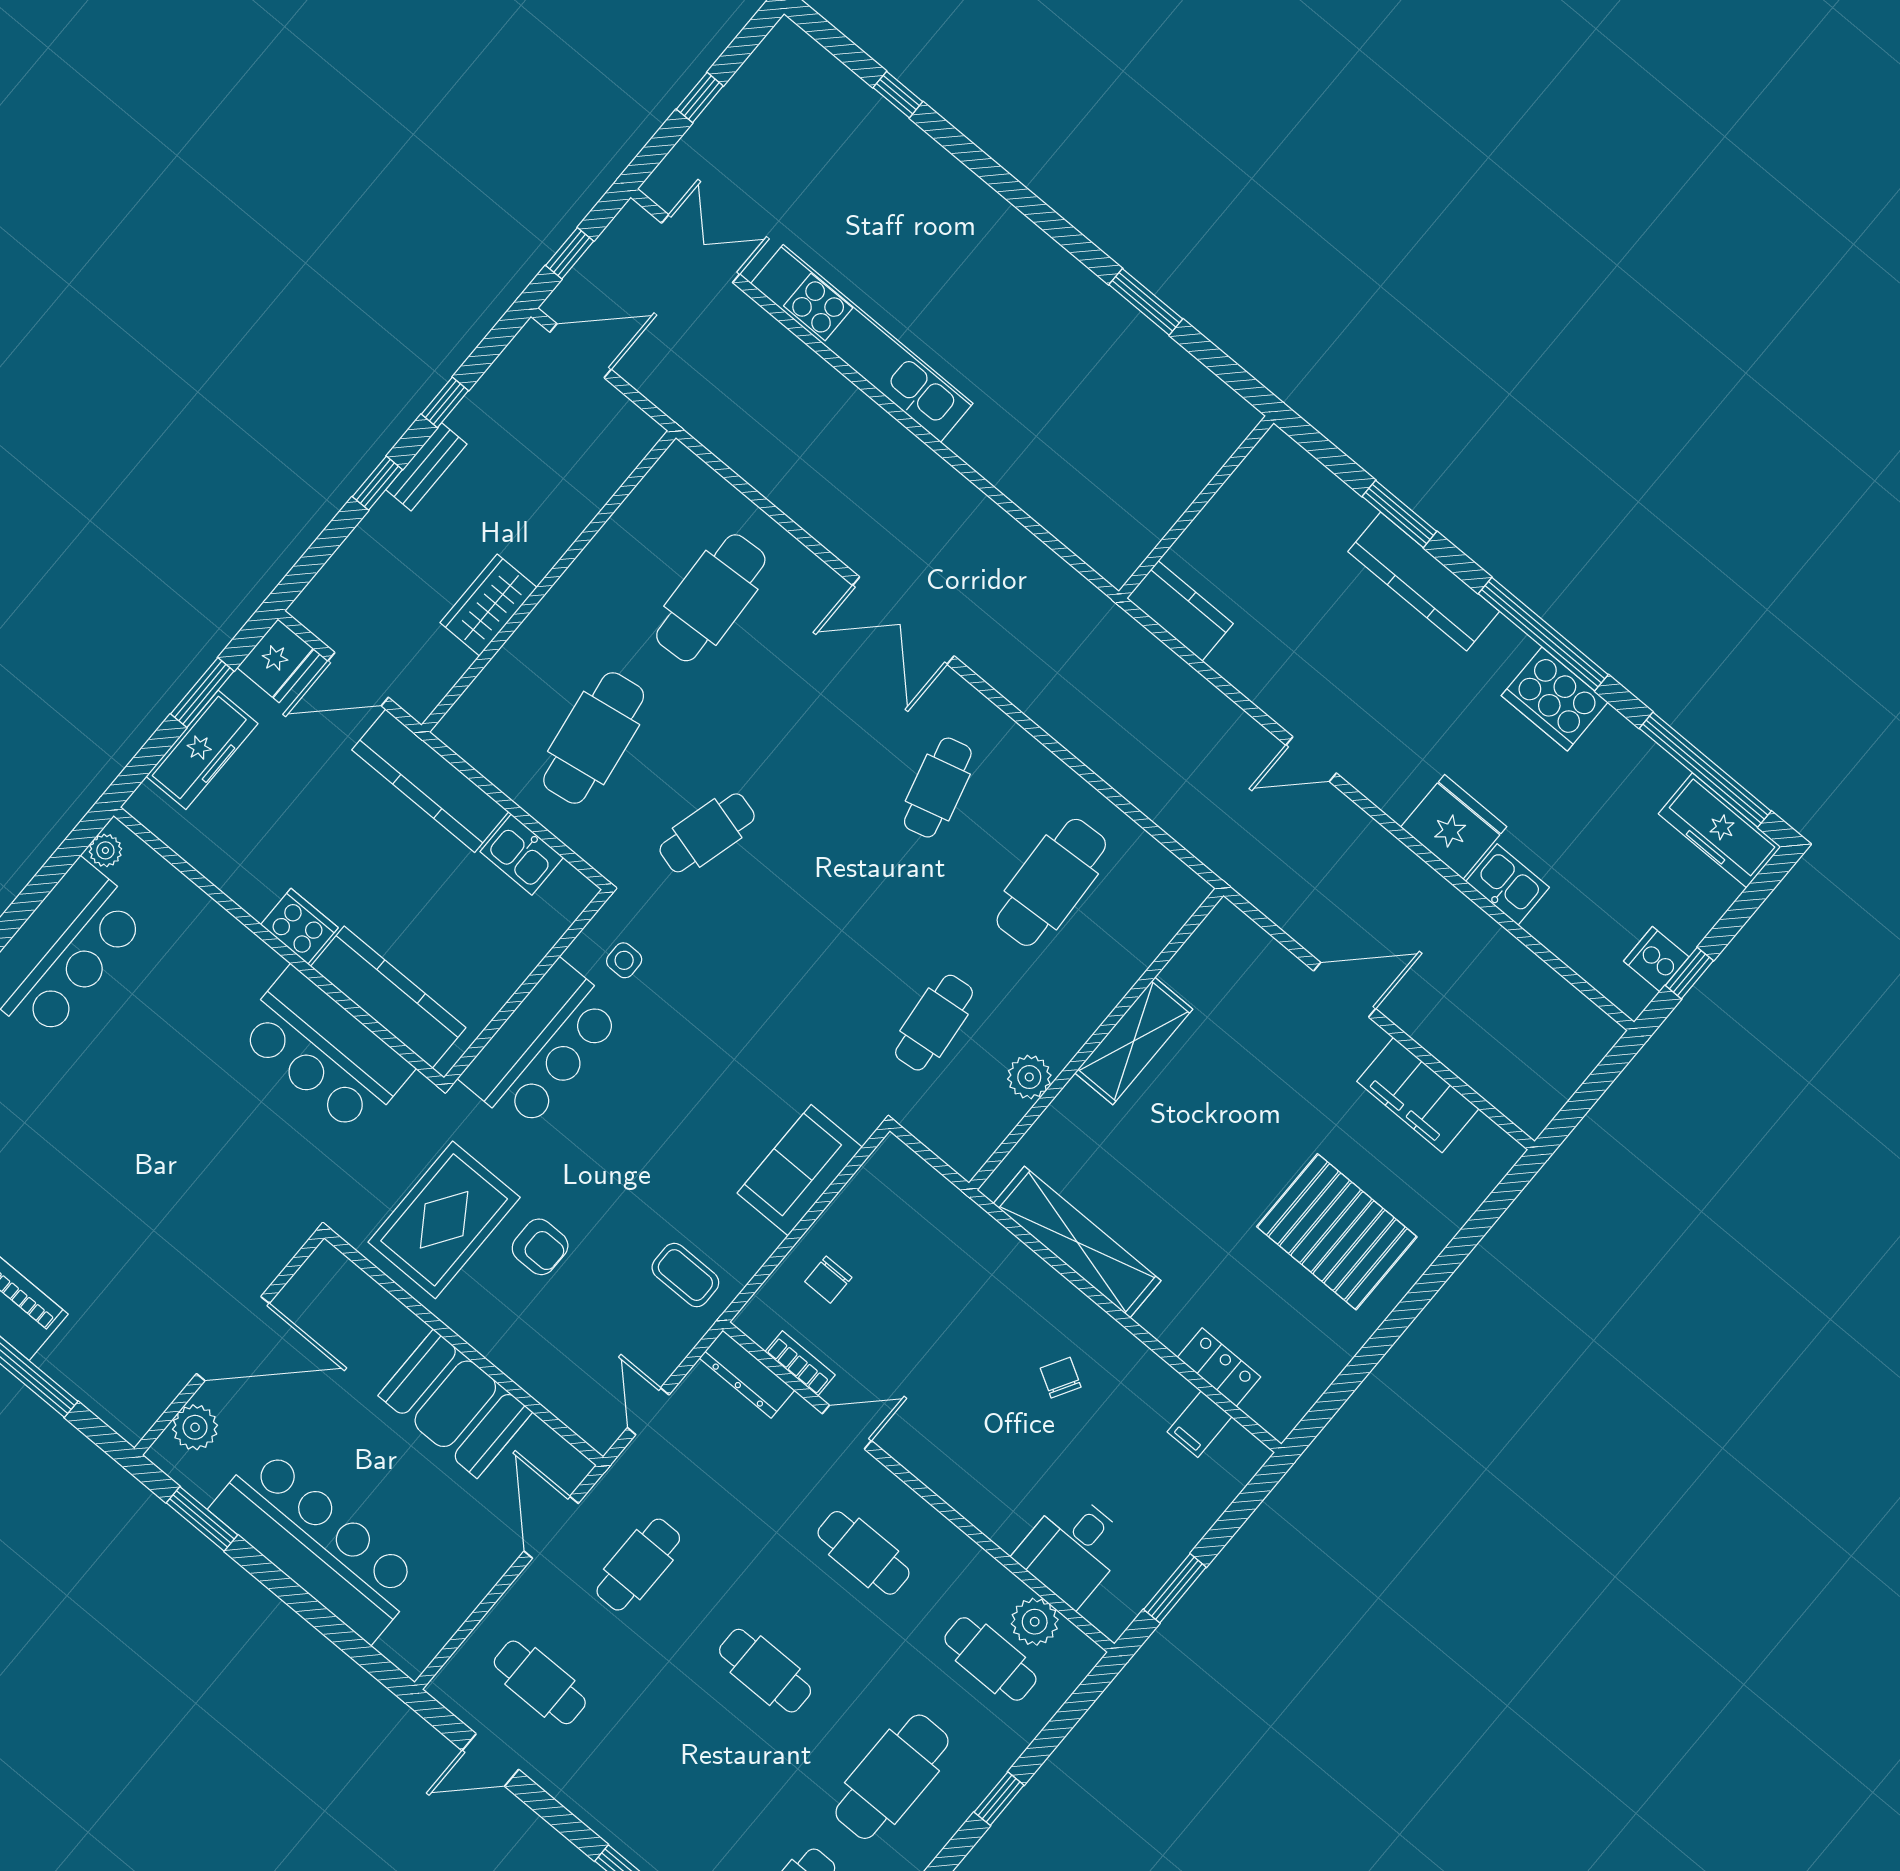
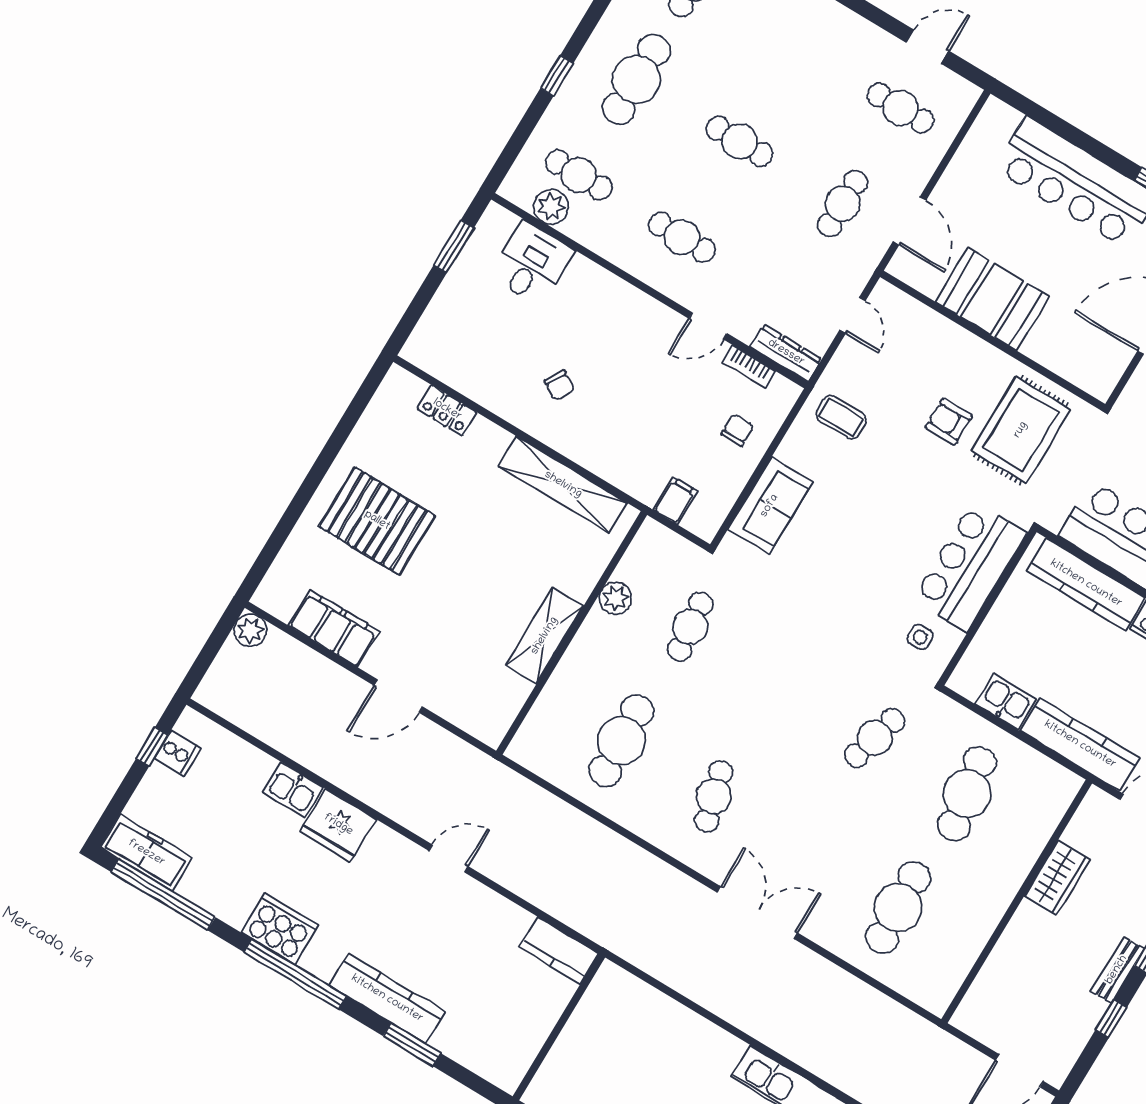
plant: (1532, 1110) -> (250, 630), added
filing cabinet: (1200, 1424) -> (675, 500), moved

